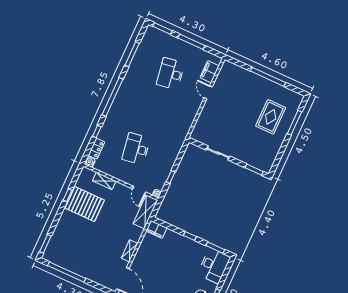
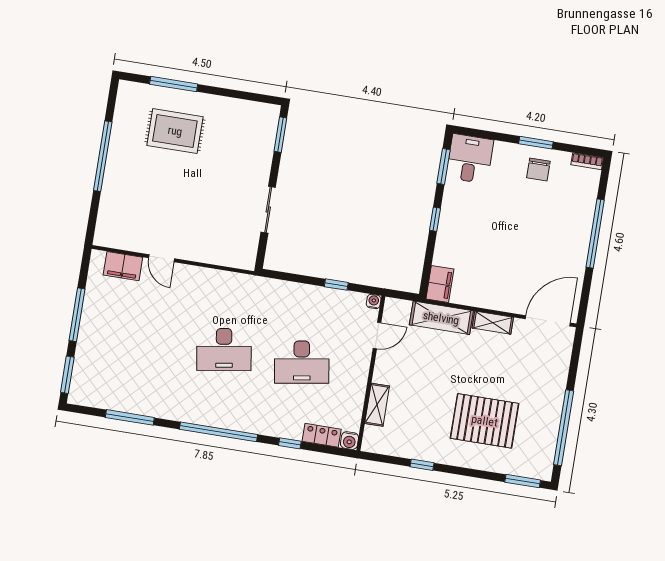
desk: (171, 74) -> (224, 350), moved
door: (208, 92) -> (162, 258), hinge flipped
pallet: (85, 204) -> (485, 421), moved, turned 90
shelving: (145, 212) -> (441, 318), moved
desk: (214, 266) -> (470, 159), width x0.73

